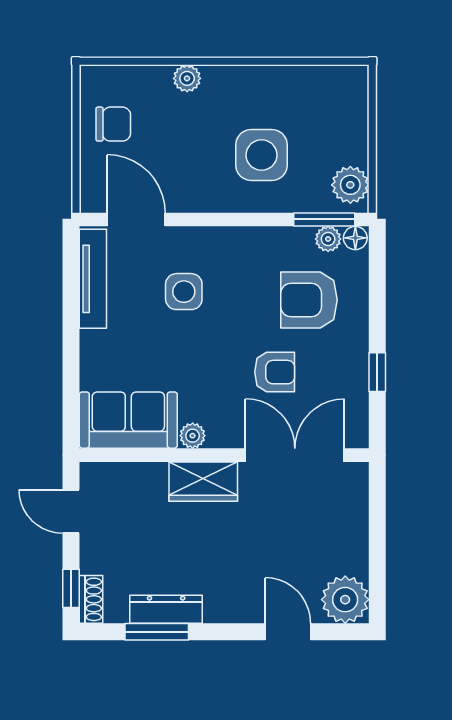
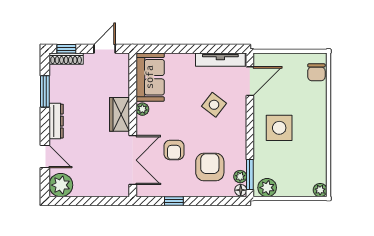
plant: (187, 78) -> (320, 190), moved
chair: (113, 124) -> (316, 72), moved
side table: (261, 155) -> (279, 128), moved
side table: (184, 292) -> (214, 105), turned 38
shoe rack: (91, 599) -> (66, 59), width x1.43
dresser: (166, 609) -> (56, 121), moved
door: (288, 632) -> (45, 157), hinge flipped

